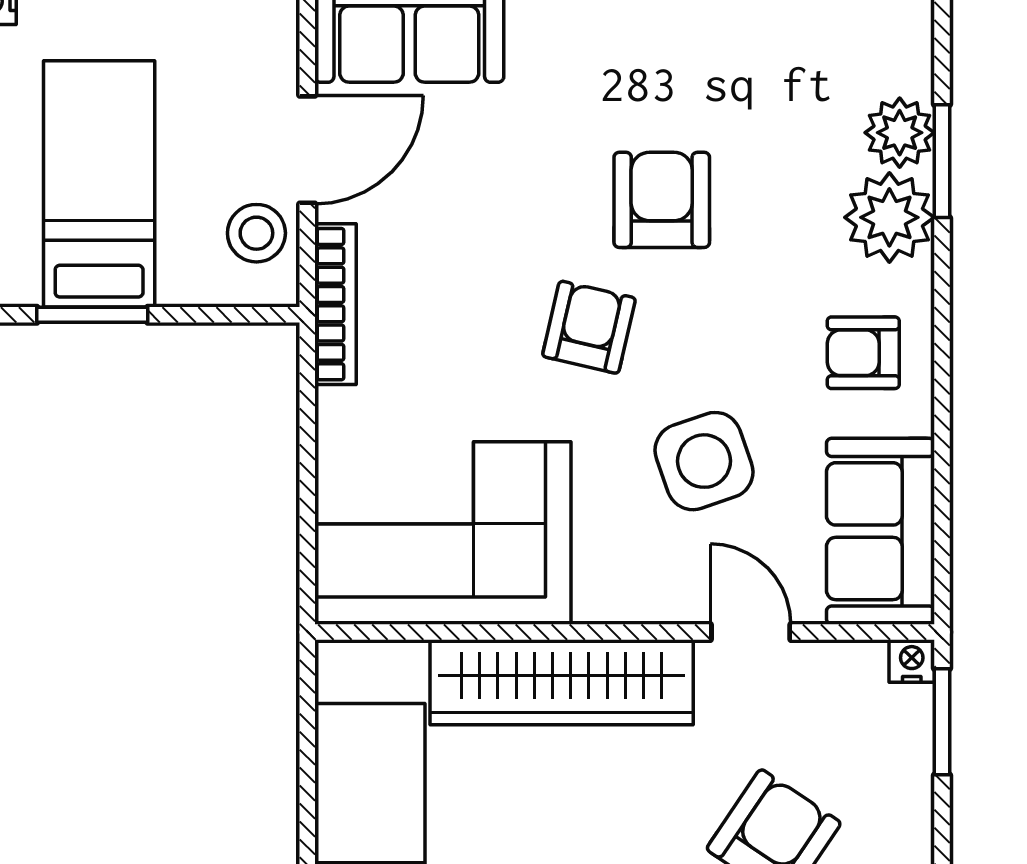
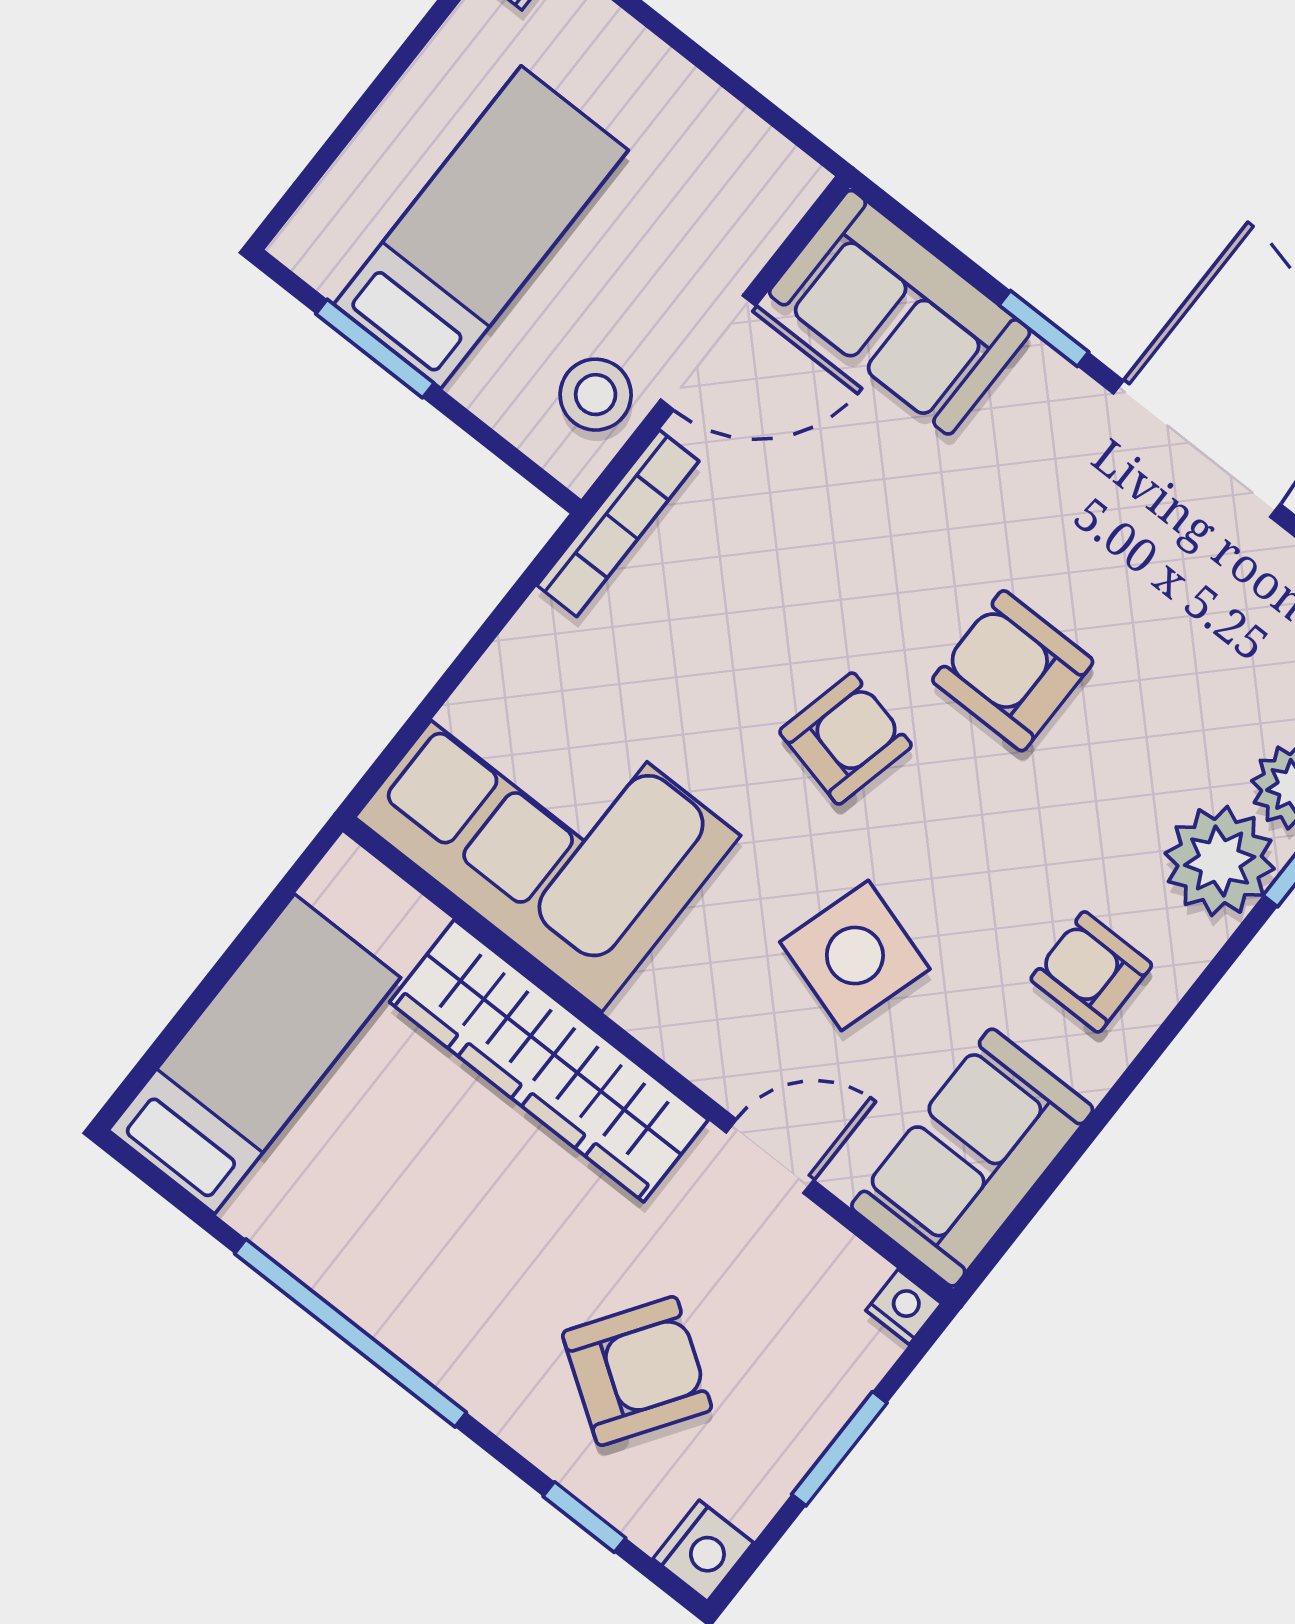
armchair: (662, 200) -> (1013, 671), turned -90
side table: (704, 461) -> (855, 956), turned 36
door: (751, 632) -> (770, 1156), hinge flipped
window: (942, 722) -> (839, 1449), moved

